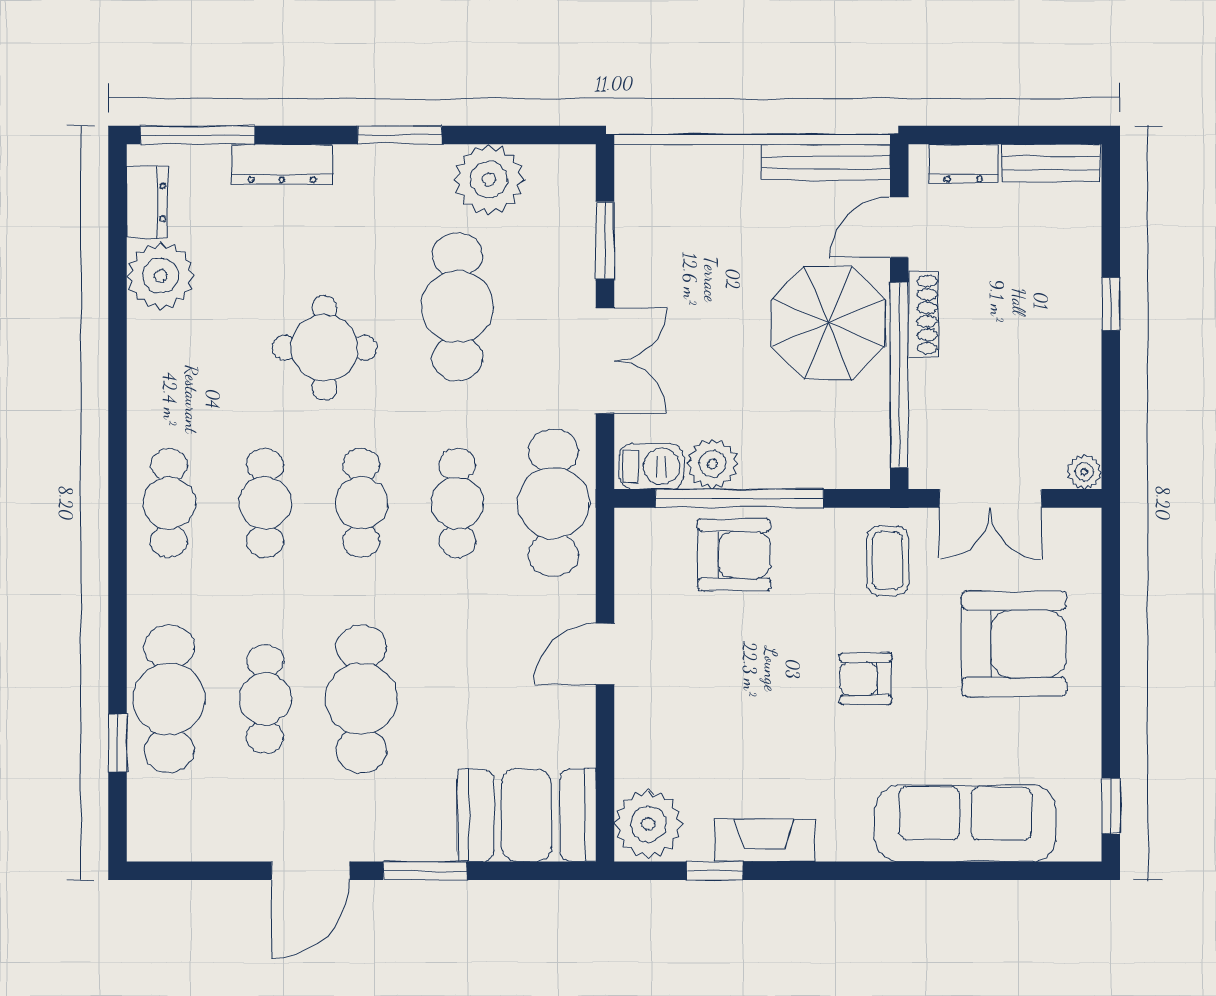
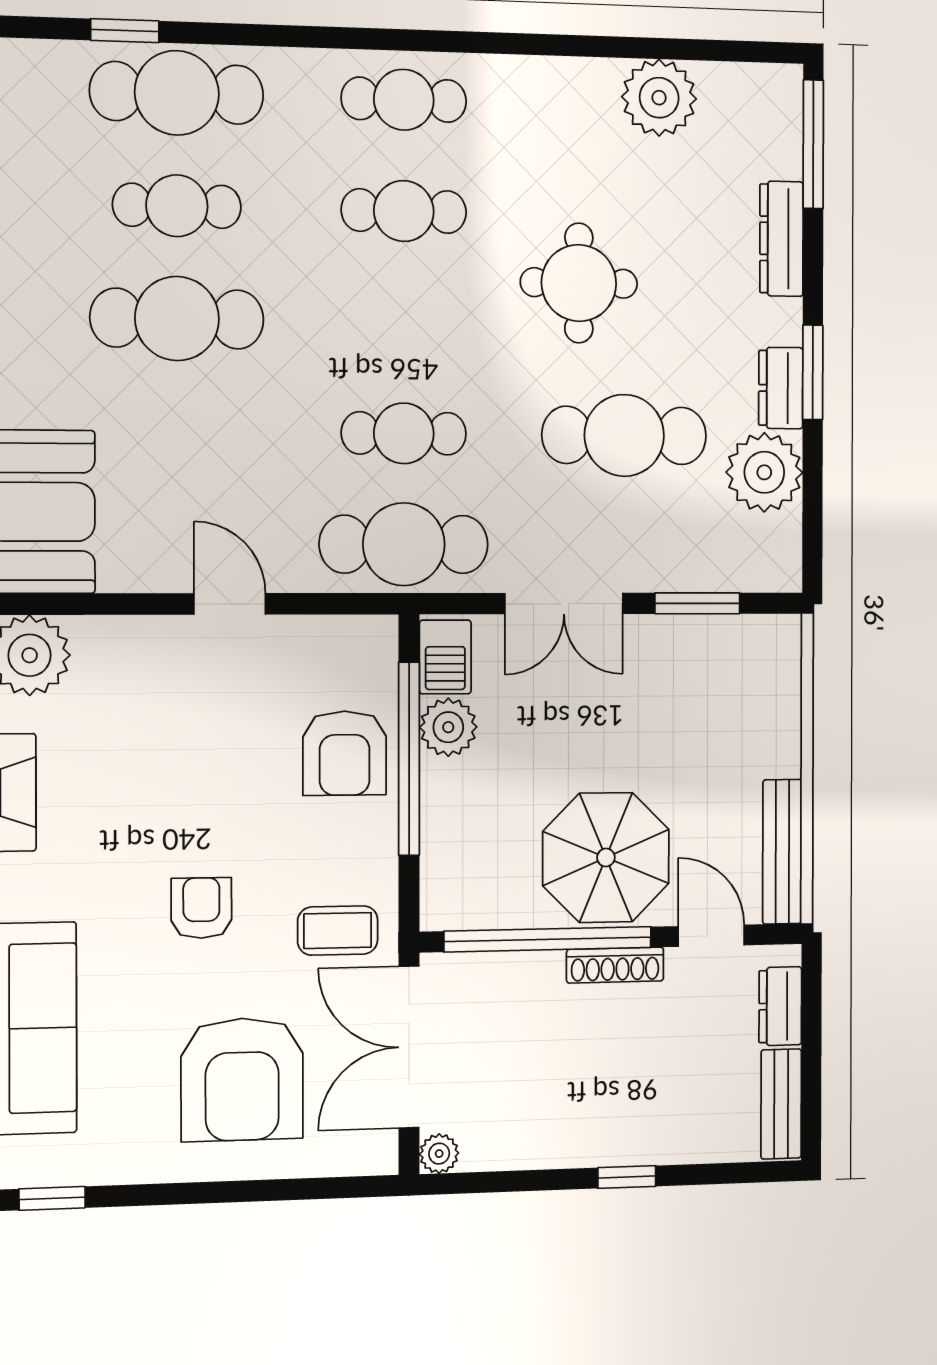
dresser: (147, 202) -> (781, 388), moved, turned 90
double door: (990, 498) -> (409, 1047), width x1.37
cafe table: (361, 503) -> (404, 322), removed

